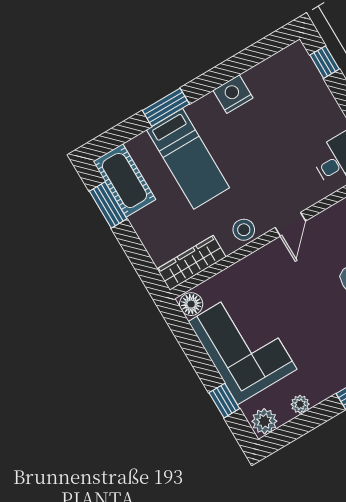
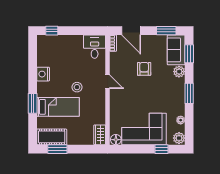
stool: (244, 230) -> (77, 87), moved
wardrobe: (191, 263) -> (100, 135), width x0.67

